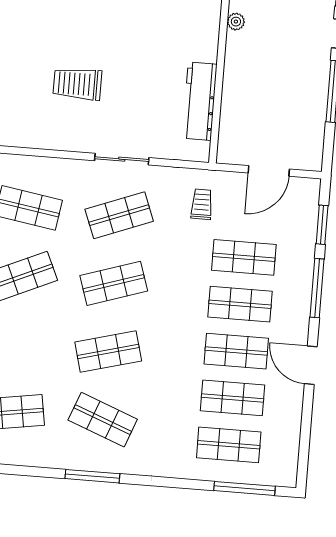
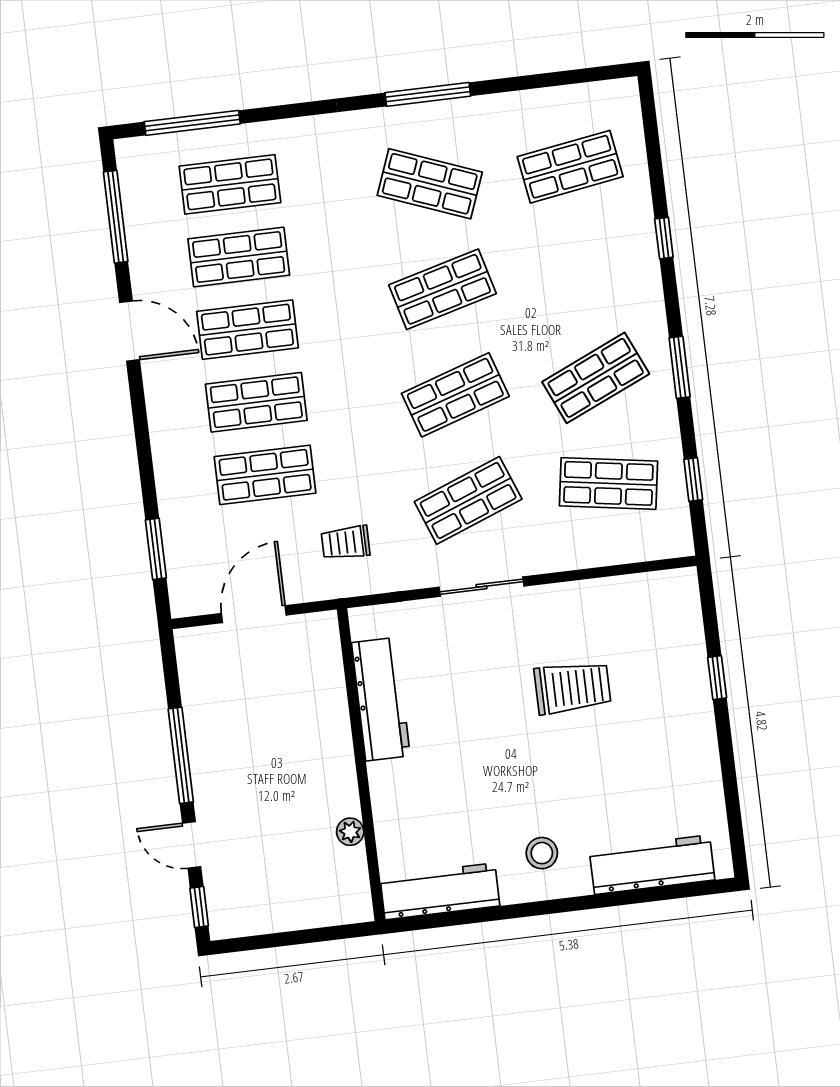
trolley: (202, 204) -> (346, 543), turned 90
window: (317, 288) -> (116, 217), moved

